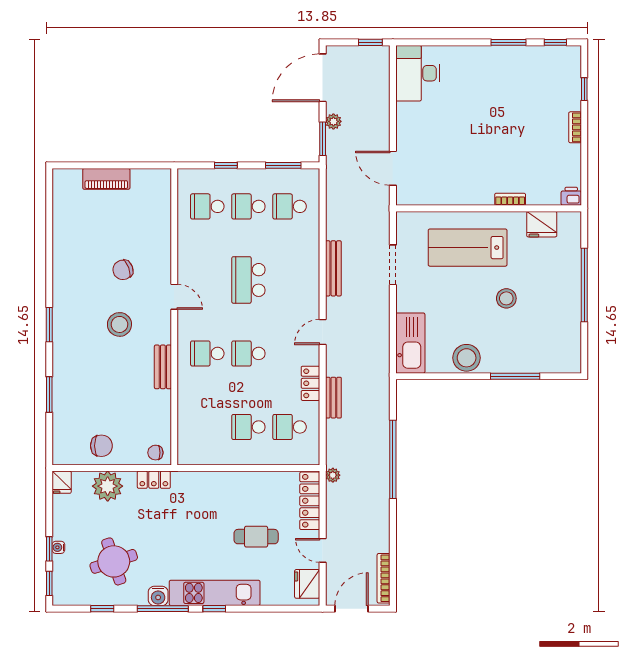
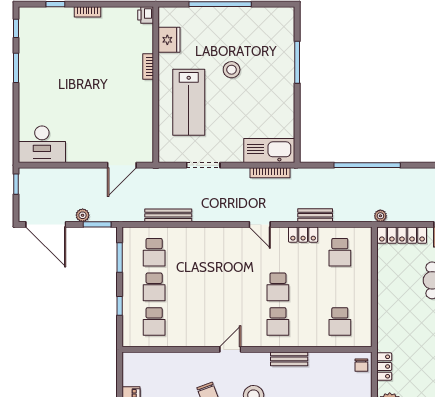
bench: (333, 268) -> (168, 215), moved
school desk: (248, 280) -> (216, 287), removed
bookcase: (384, 344) -> (270, 173), added
stool: (467, 358) -> (282, 103), removed
school desk: (248, 427) -> (340, 321), moved

